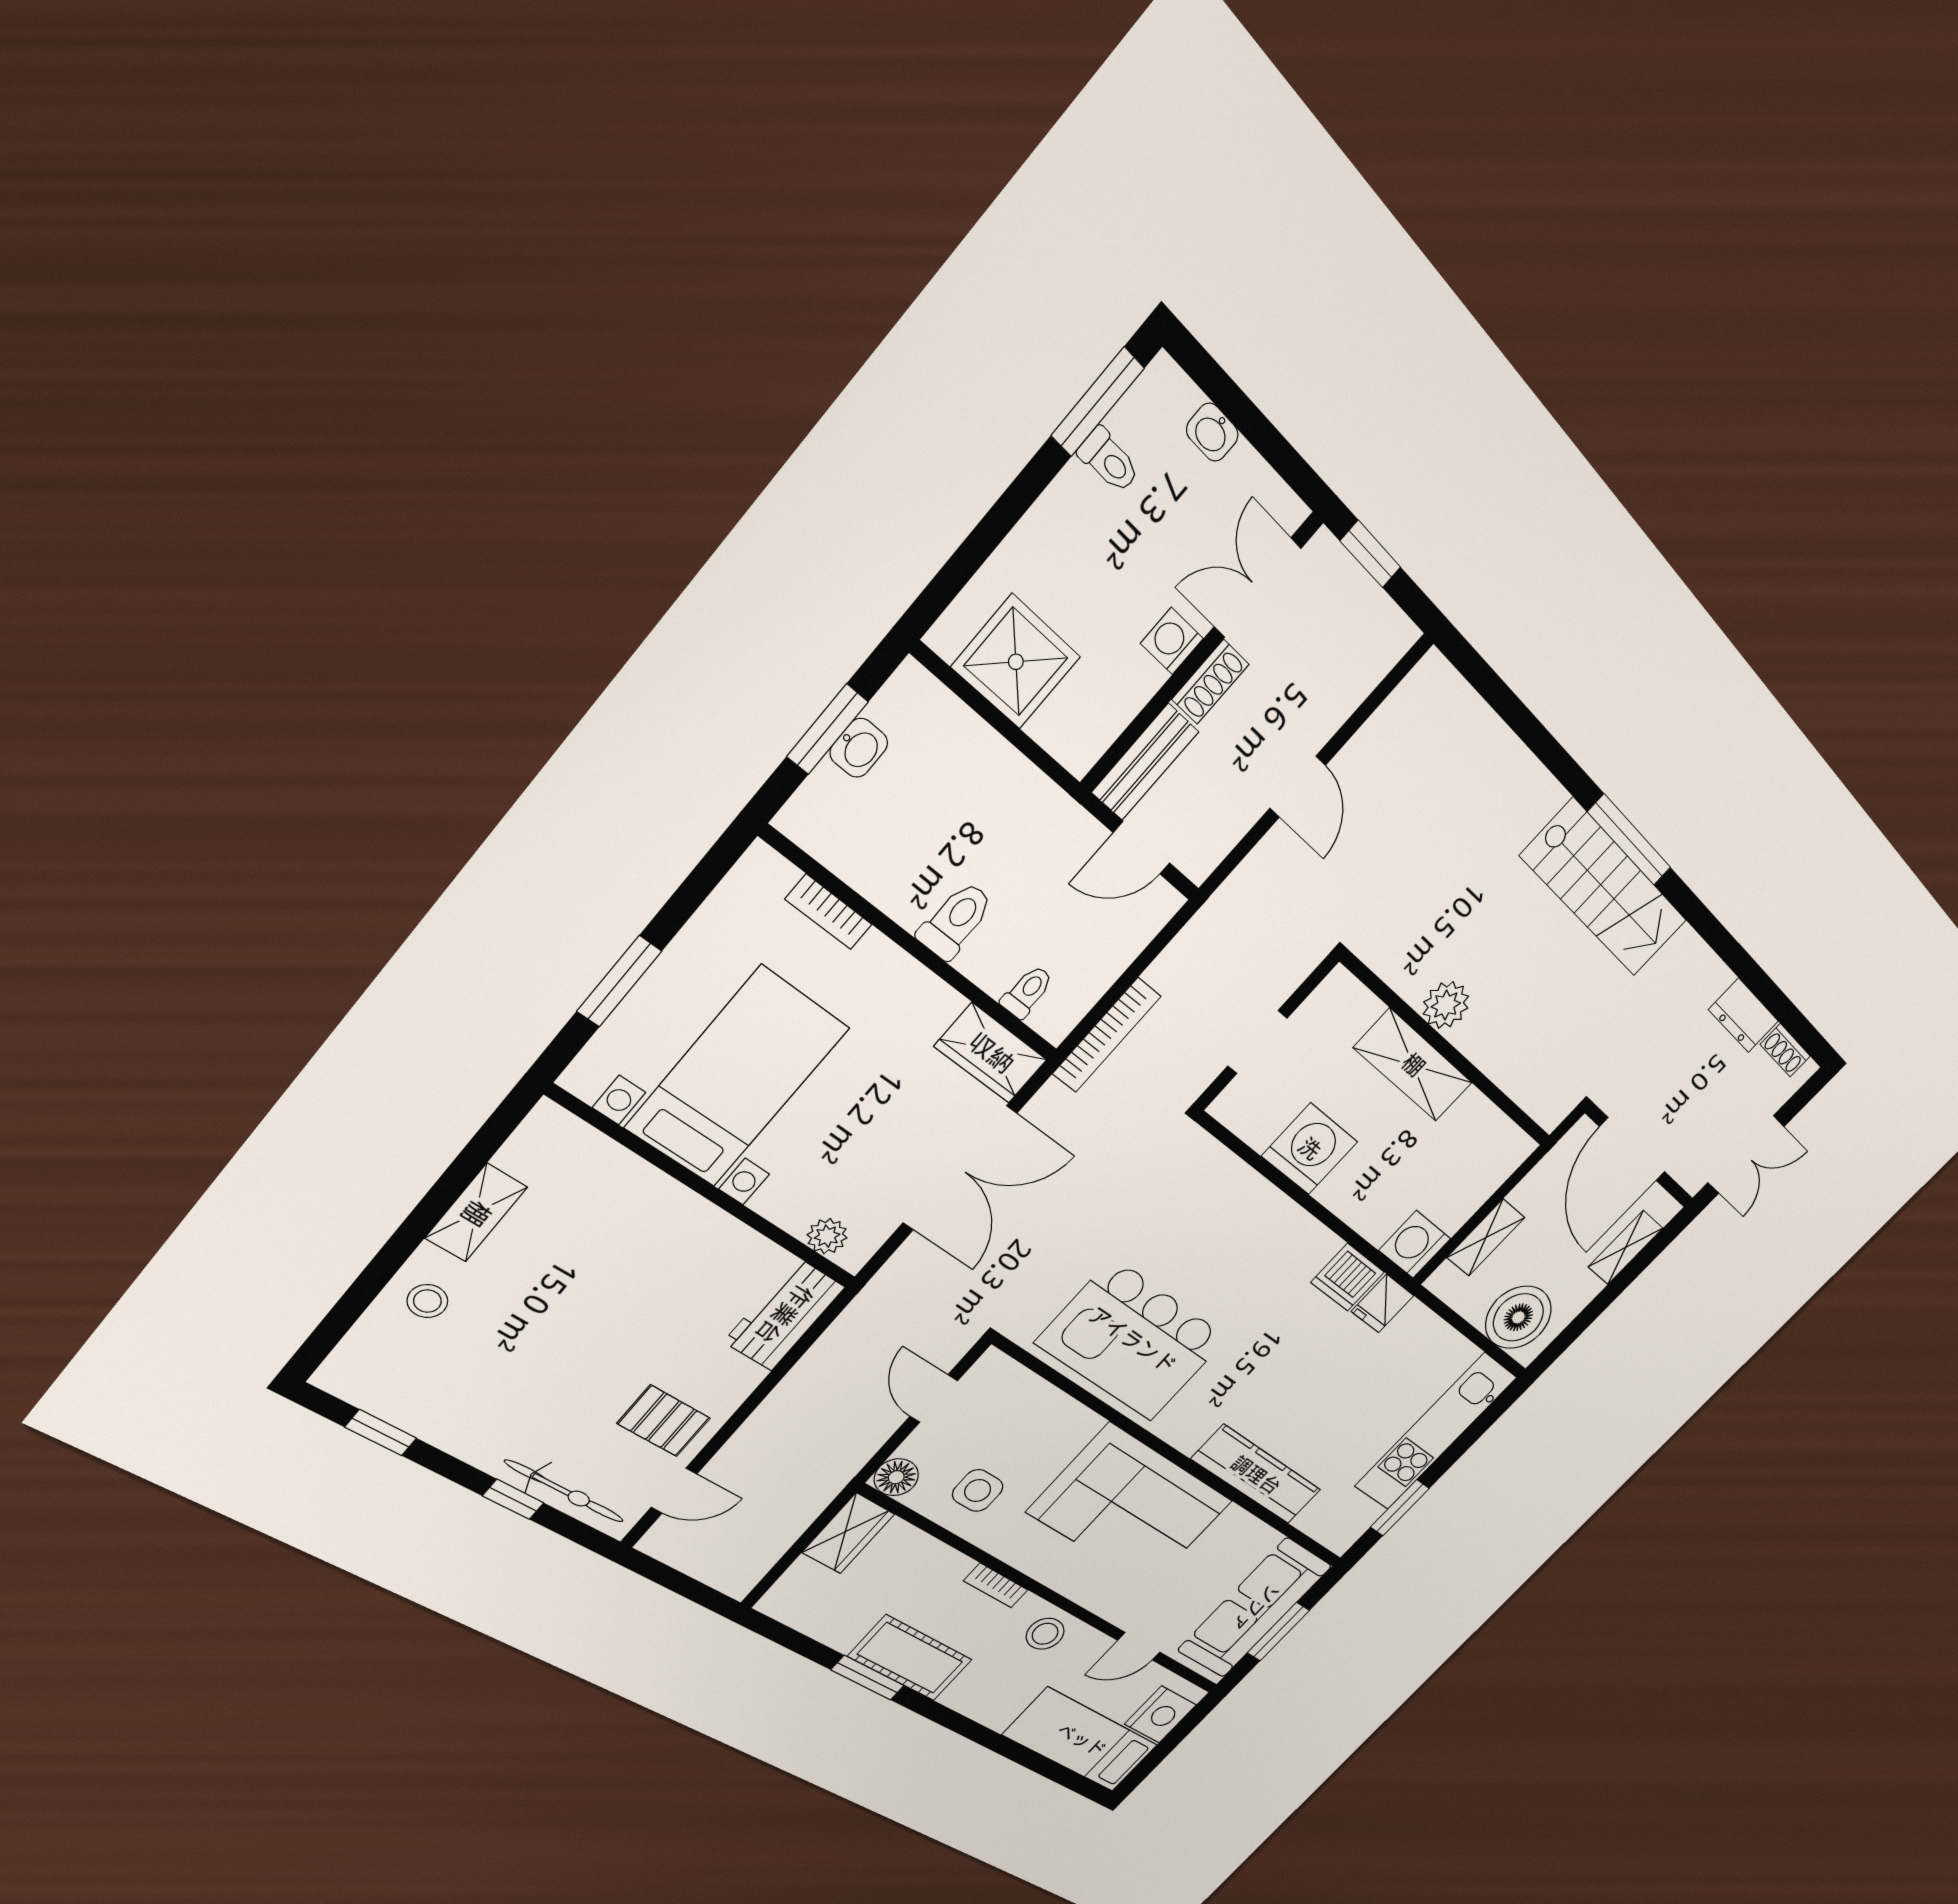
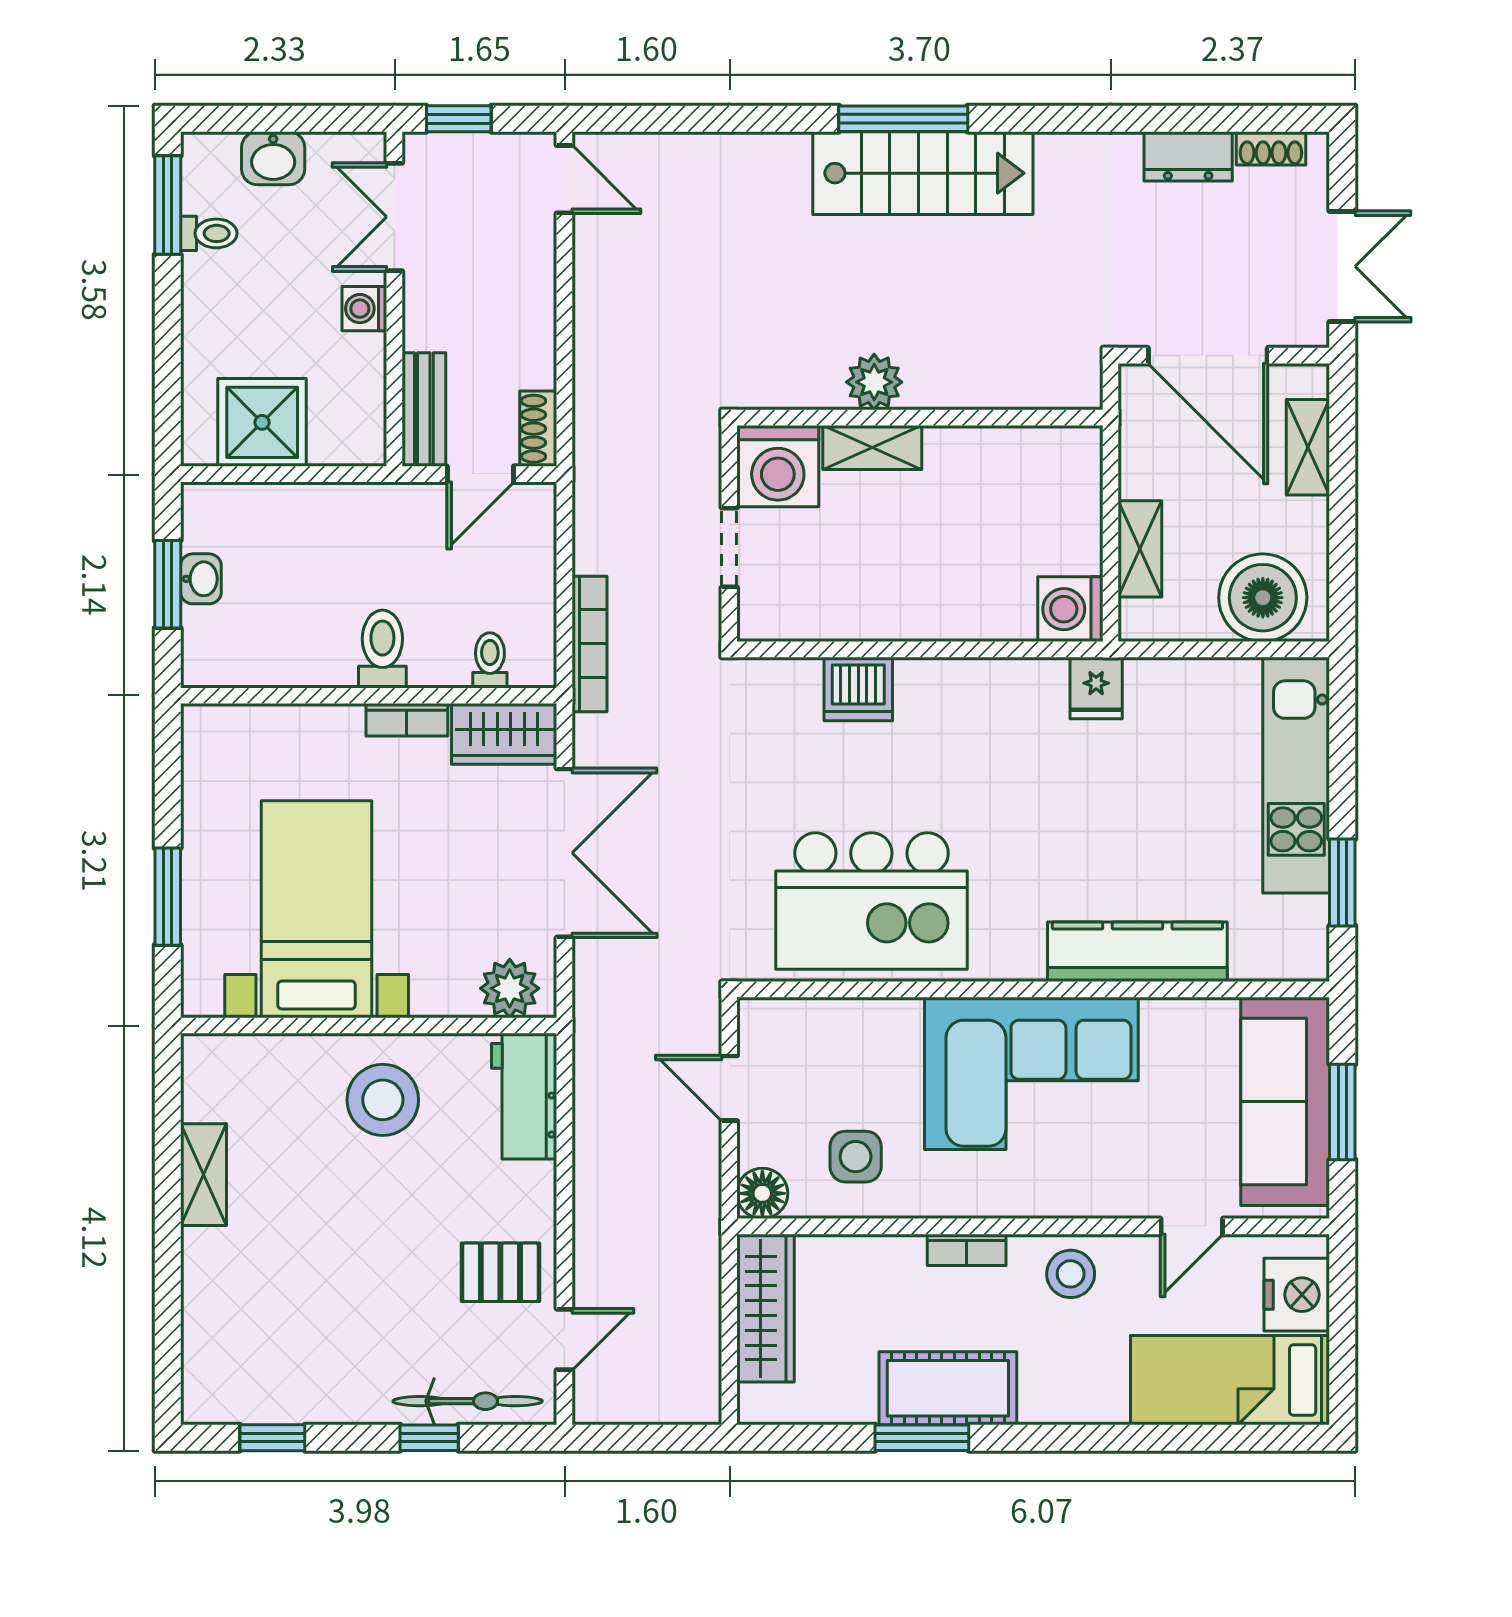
washbasin: (1212, 432) -> (273, 158), width x1.38, depth x1.45
shoe rack: (1210, 682) -> (538, 429), moved, turned 180
door: (1298, 787) -> (564, 179), moved
bookcase: (829, 912) -> (407, 720), moved
shelving: (1413, 1065) -> (872, 448), width x0.67, depth x0.75
washing machine: (1310, 1149) -> (778, 466), moved, turned 180
plant: (827, 1236) -> (510, 988), width x1.38, depth x1.38
dishwasher: (1348, 1277) -> (858, 689), moved
stool: (427, 1301) -> (383, 1100), moved, width x1.89, depth x1.89
wardrobe: (848, 1533) -> (766, 1308), width x1.50

